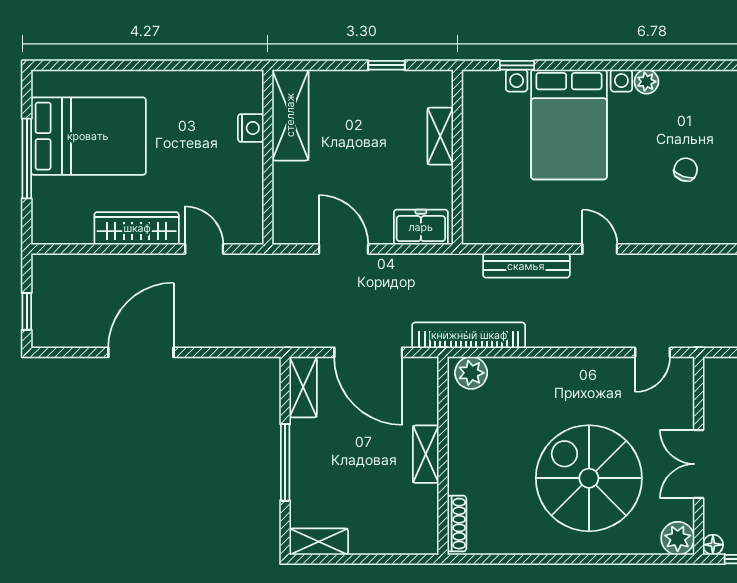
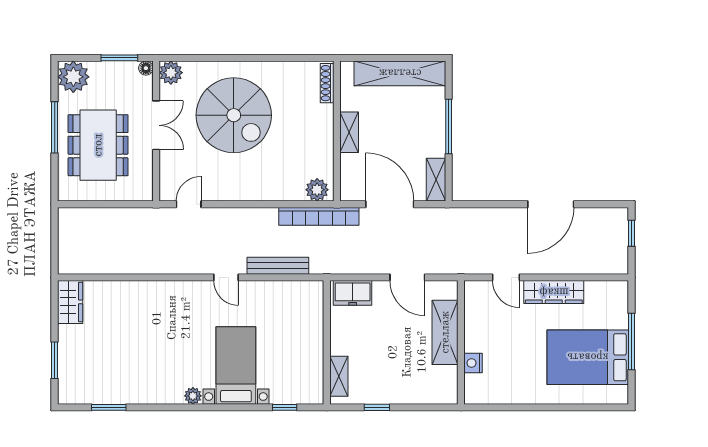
shelving: (290, 115) -> (445, 332), moved
bed with nightstands: (569, 125) -> (236, 365), width x0.73
shelving: (440, 136) -> (339, 376), moved
chair: (686, 170) -> (165, 334), removed
shelving: (319, 542) -> (400, 73), width x2.20, depth x1.33

